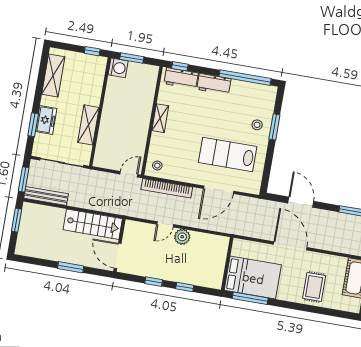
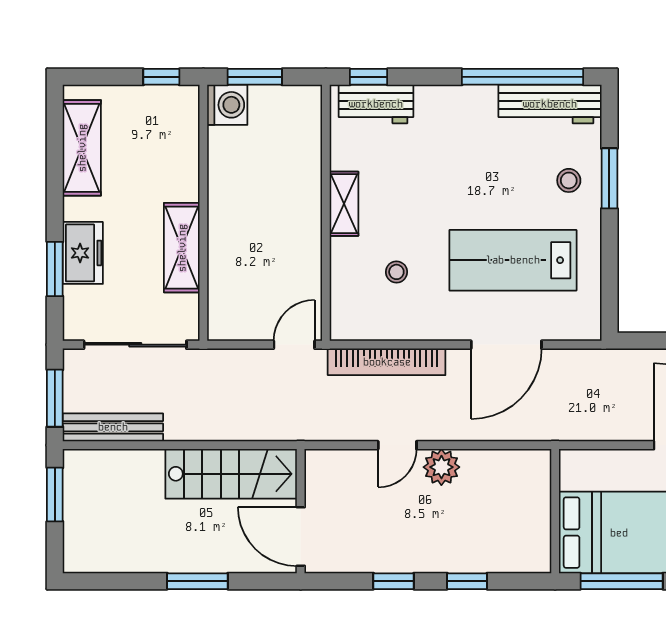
workbench: (214, 84) -> (550, 104), moved, width x1.38
stool: (157, 166) -> (396, 272), moved

